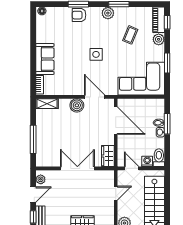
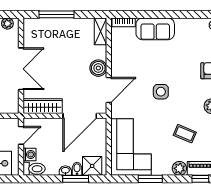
shower: (157, 110) -> (92, 166), added
wardrobe: (108, 156) -> (43, 106), width x1.50

